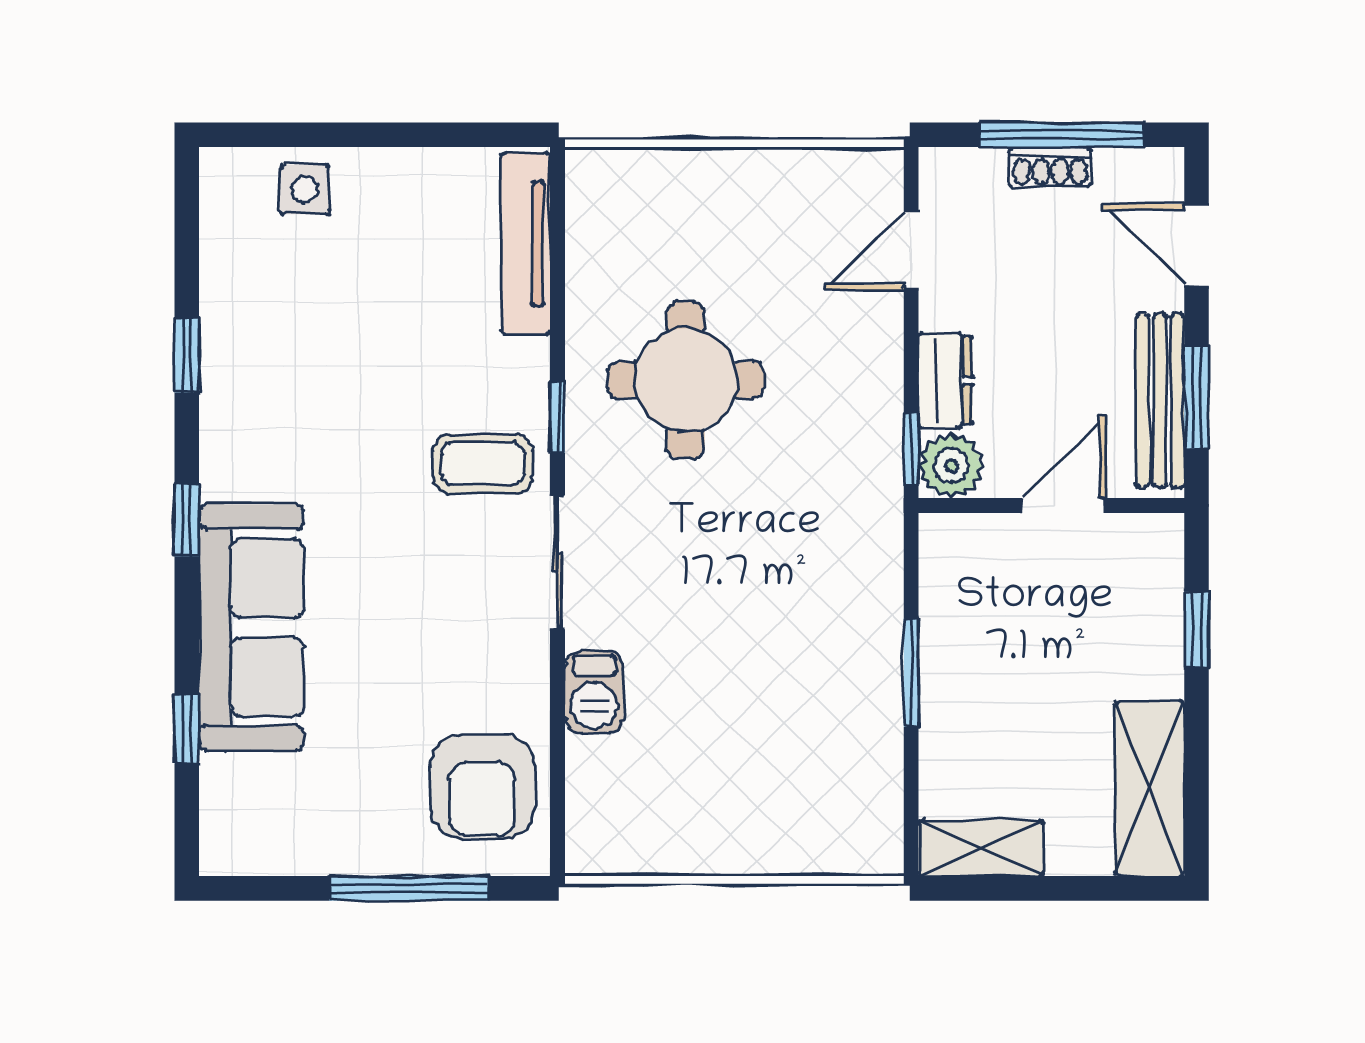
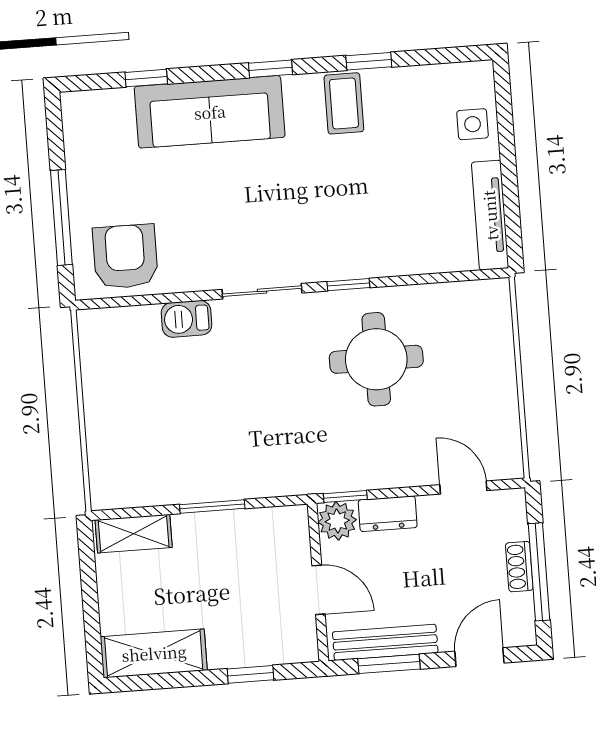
tv unit: (526, 244) -> (490, 215), moved, turned -90
coffee table: (483, 464) -> (344, 103), moved
armchair: (482, 787) -> (125, 257), turned 90
shelving: (981, 848) -> (134, 534), moved, turned 90

